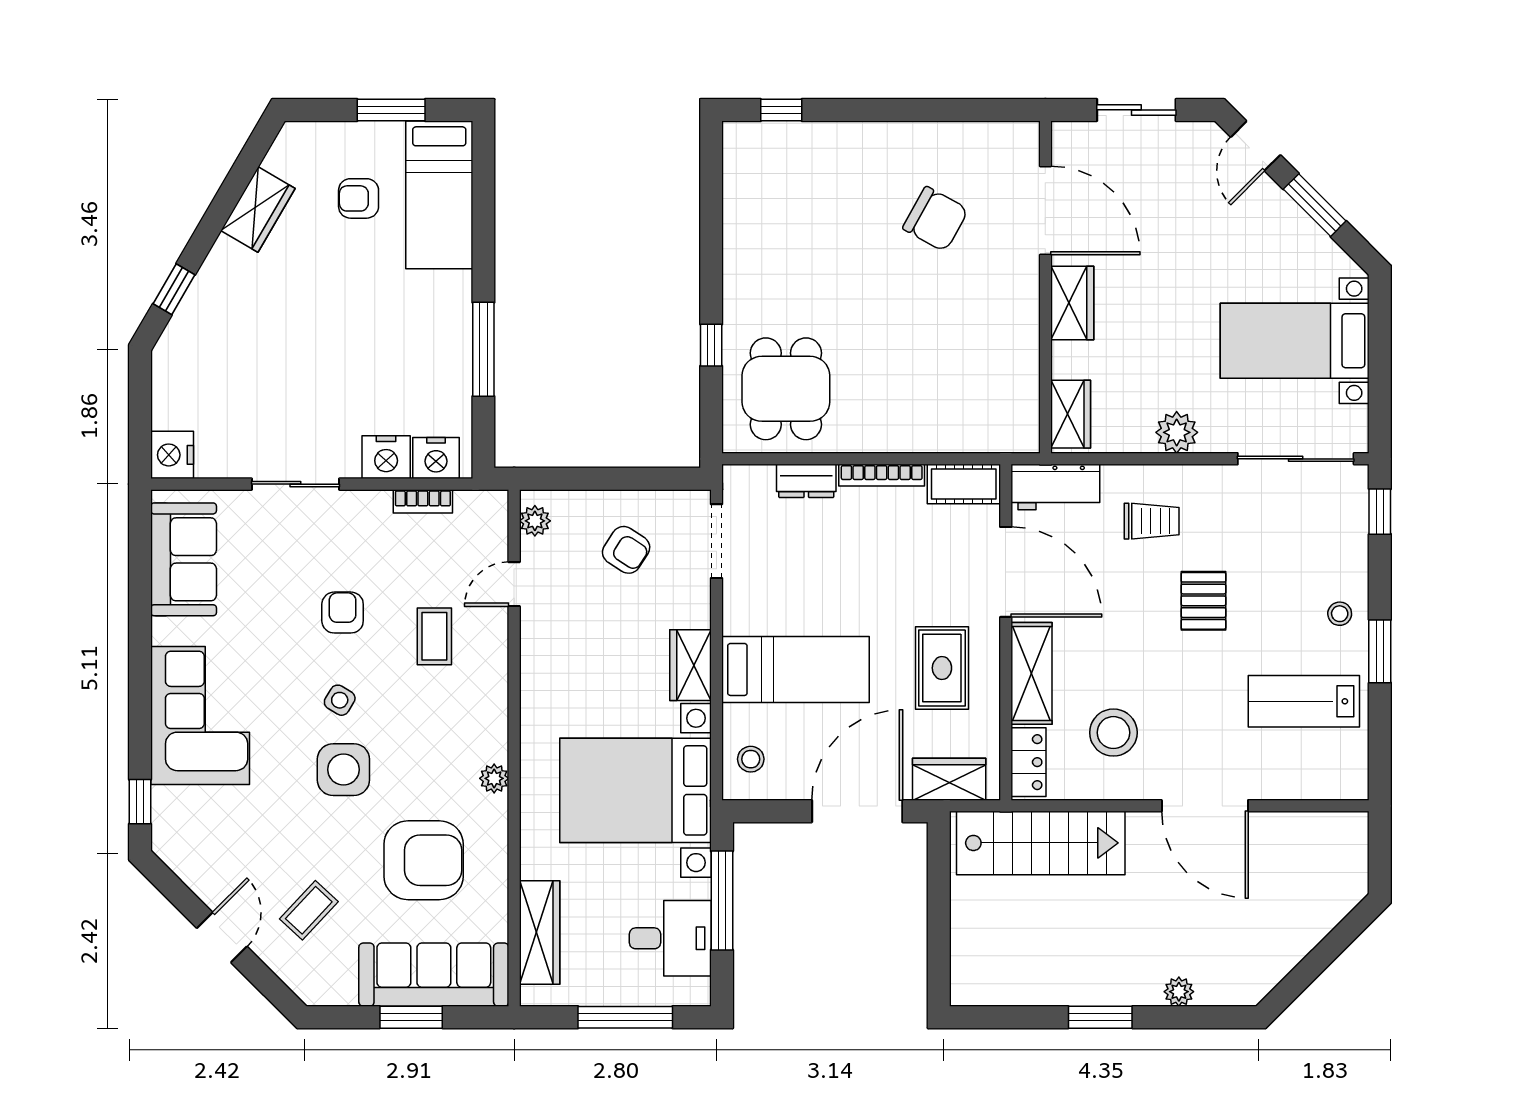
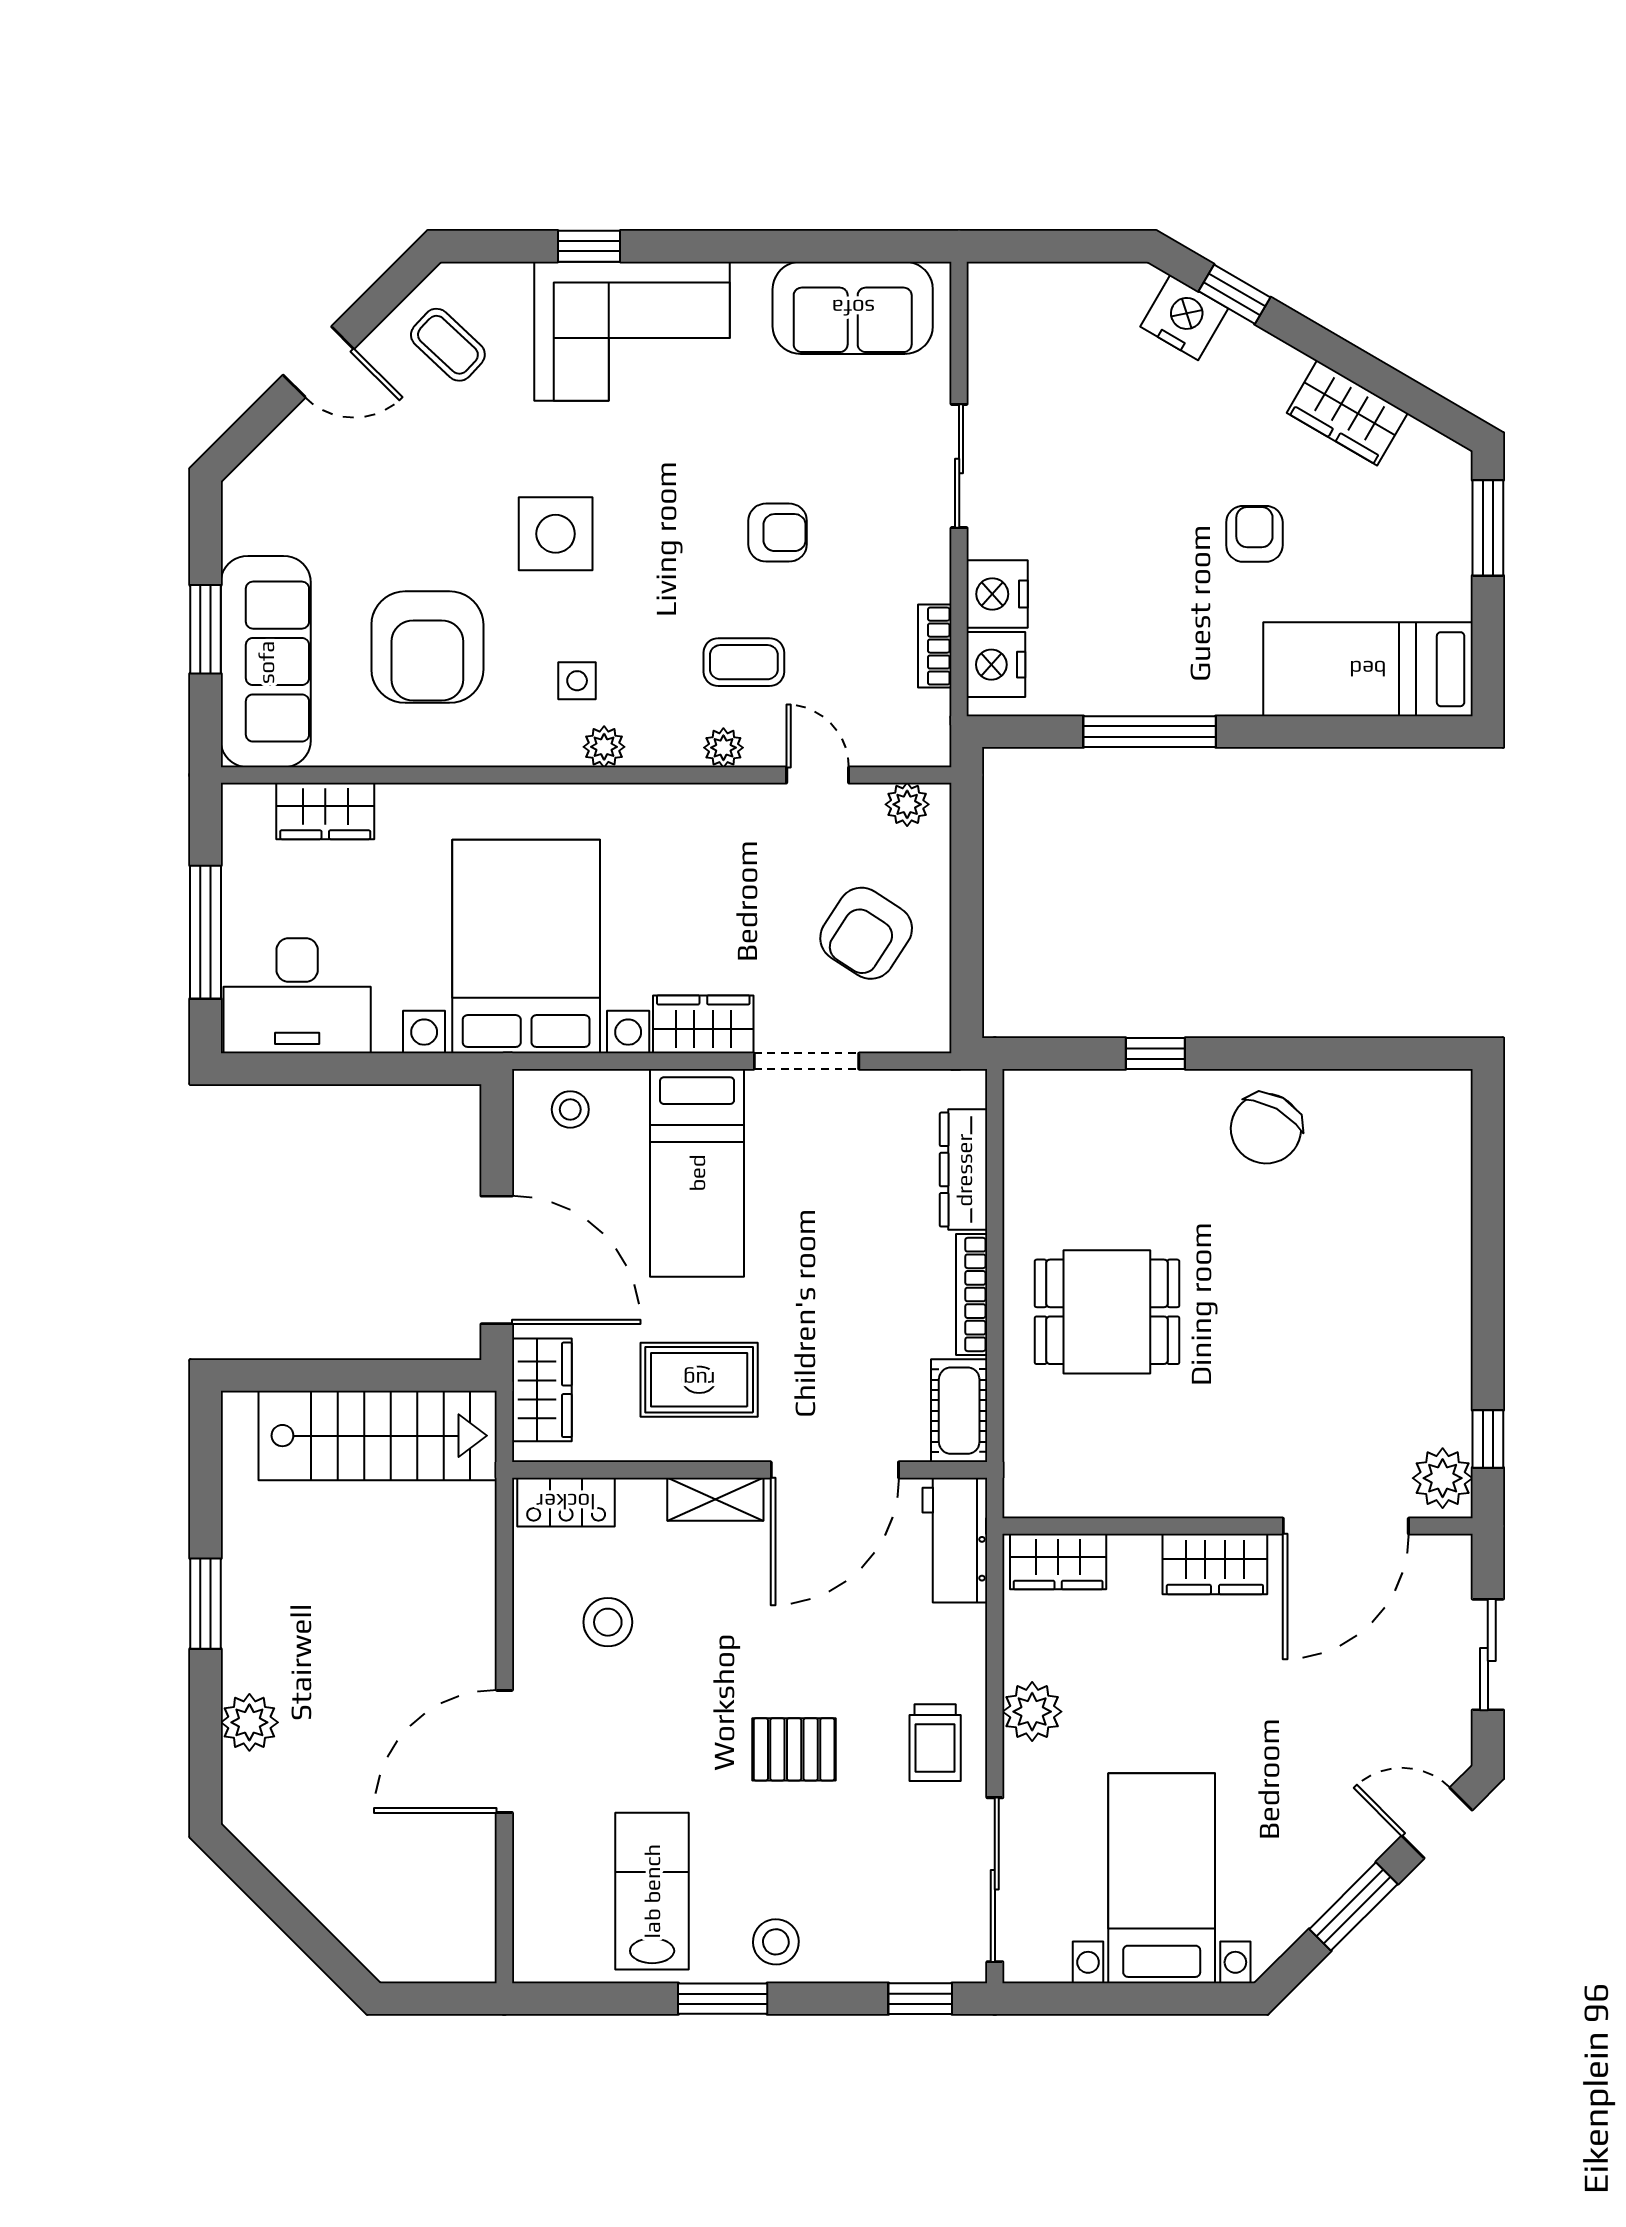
window: (391, 110) -> (1488, 528), moved
window: (781, 110) -> (1488, 1439), moved
plant: (1012, 142) -> (1443, 1478), added
armchair: (359, 198) -> (1254, 534), moved
chair: (935, 219) -> (1266, 1129), moved
dining table: (786, 389) -> (1107, 1312), moved
nightstand: (172, 455) -> (1184, 318), moved, turned 30
dresser: (806, 481) -> (964, 1170), width x1.44
trolley: (1152, 521) -> (935, 1743), moved
doorway: (717, 541) -> (807, 1061), moved
armchair: (626, 550) -> (866, 933), width x1.38, depth x1.38
stool: (1340, 614) -> (776, 1942), width x1.37, depth x1.37
plant: (495, 651) -> (723, 748), added
shelving: (1032, 673) -> (715, 1499), width x0.67, depth x0.75
side table: (340, 700) -> (577, 681), moved, turned -31
stool: (1113, 733) -> (608, 1622), width x0.73, depth x0.73
plant: (494, 778) -> (604, 747), moved
window: (140, 802) -> (589, 246), moved
stairs: (1041, 843) -> (378, 1436), moved, turned -90
window: (722, 901) -> (370, 1069), removed
coffee table: (309, 910) -> (448, 345), moved
wardrobe: (540, 933) -> (325, 811), width x0.67
desk: (670, 938) -> (297, 996), width x1.37
plant: (1179, 992) -> (249, 1722), width x1.38, depth x1.38

